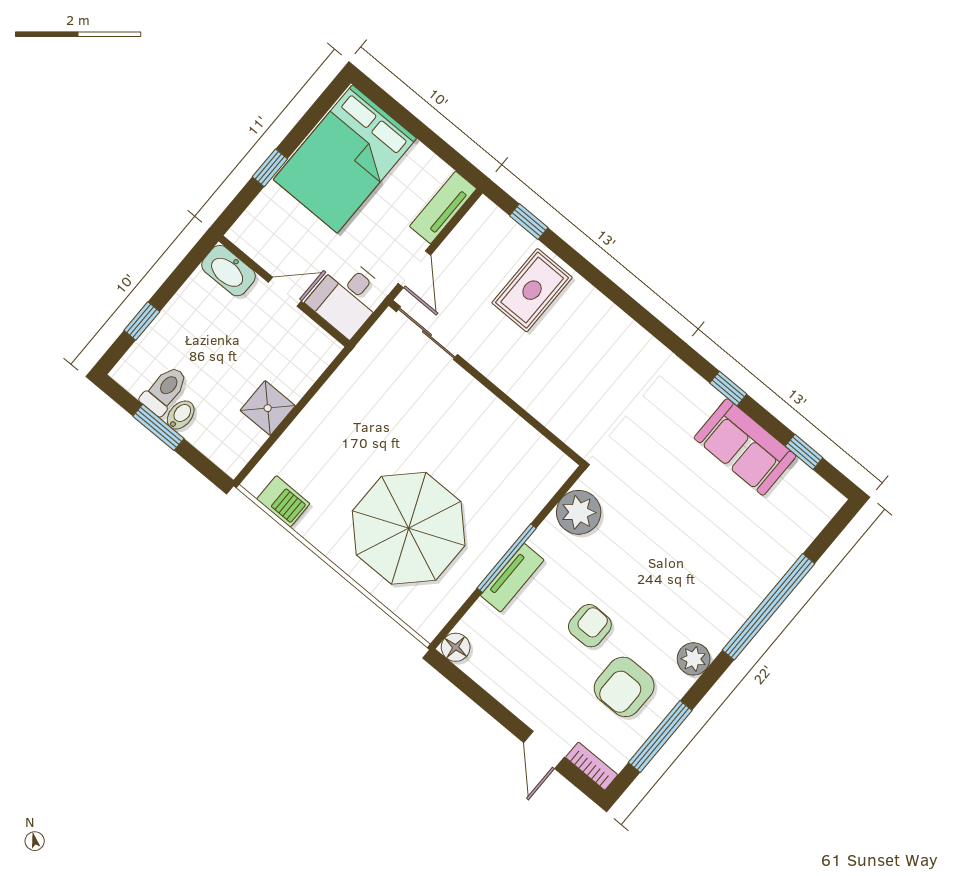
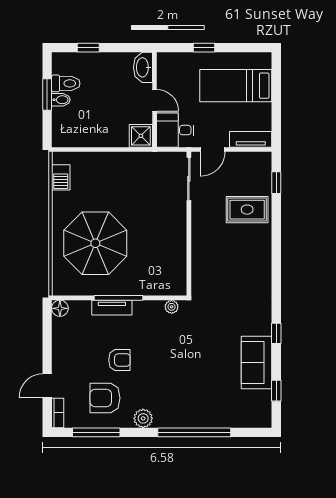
bed: (345, 159) -> (236, 86), width x0.67
shower: (268, 408) -> (141, 136), moved
plant: (579, 512) -> (172, 307), width x0.53, depth x0.53

